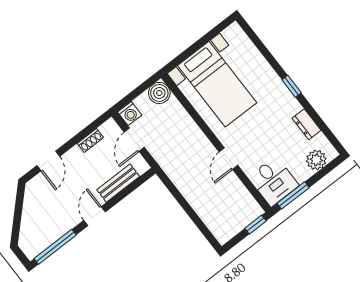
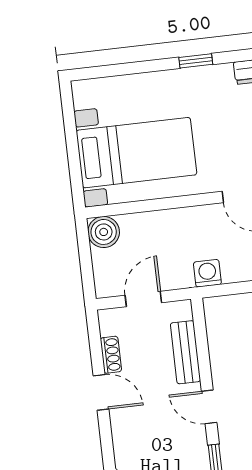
washing machine: (130, 113) -> (207, 273), moved, turned -90
door: (134, 140) -> (143, 299), swing flipped
door: (48, 161) -> (101, 392), moved

